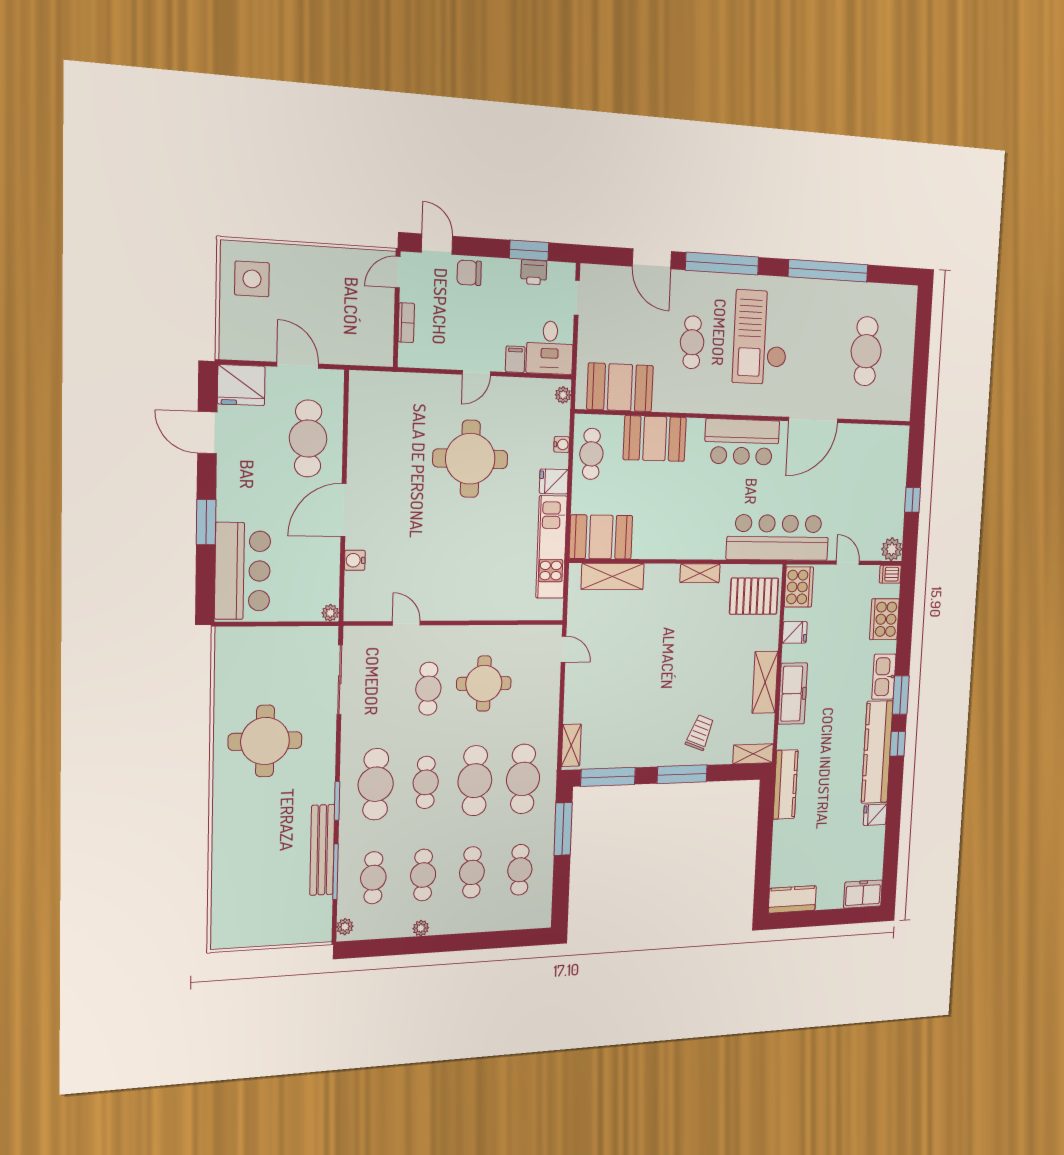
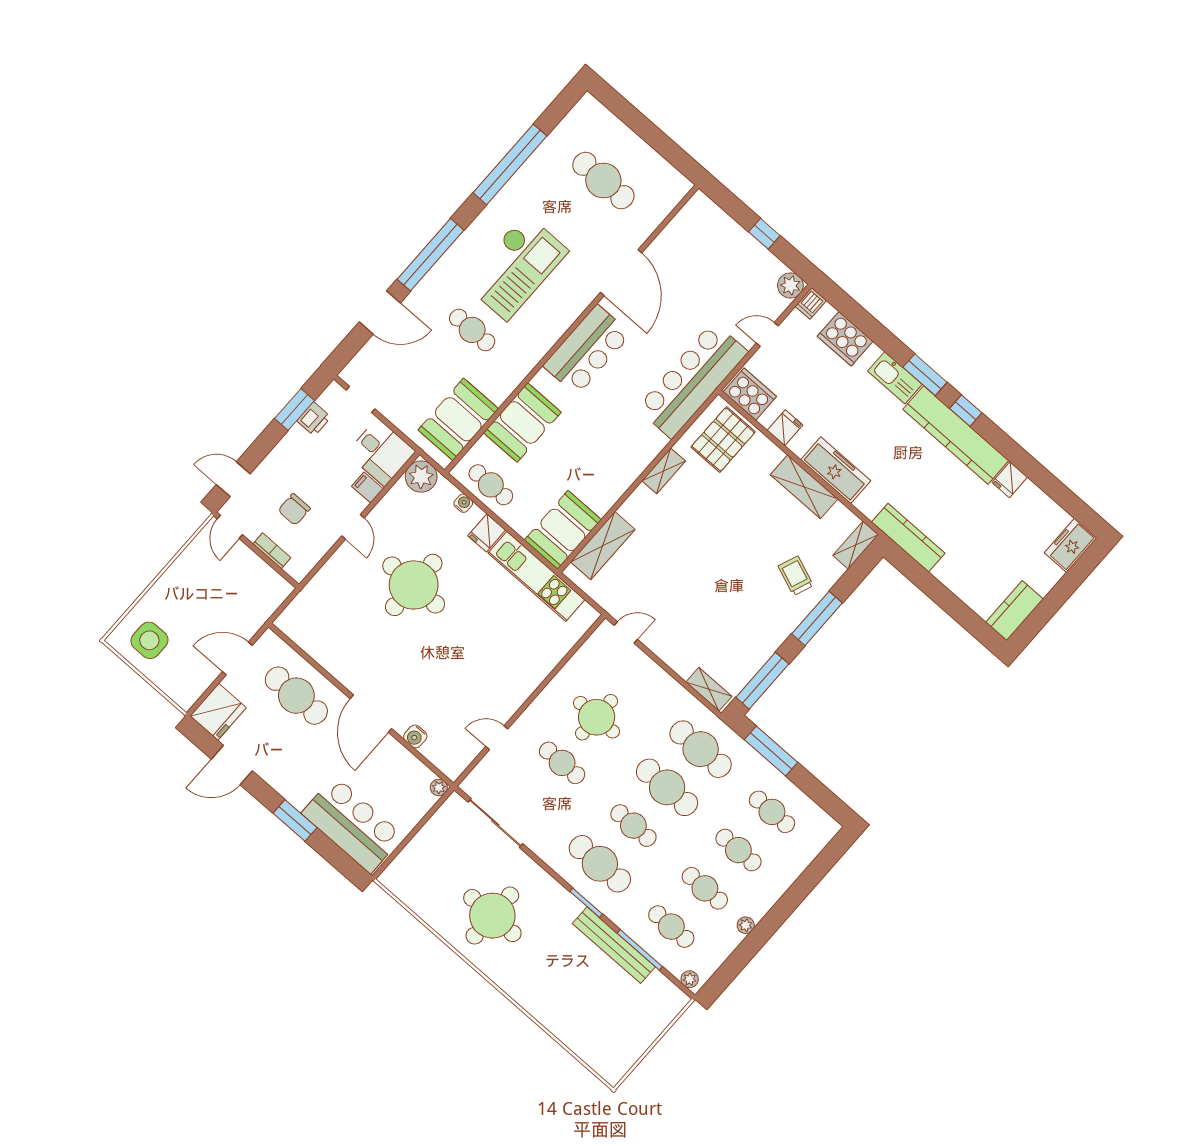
chair: (469, 273) -> (294, 509), moved
checkout: (761, 337) -> (516, 267), turned -90
plant: (563, 395) -> (421, 477), width x1.87, depth x1.87

